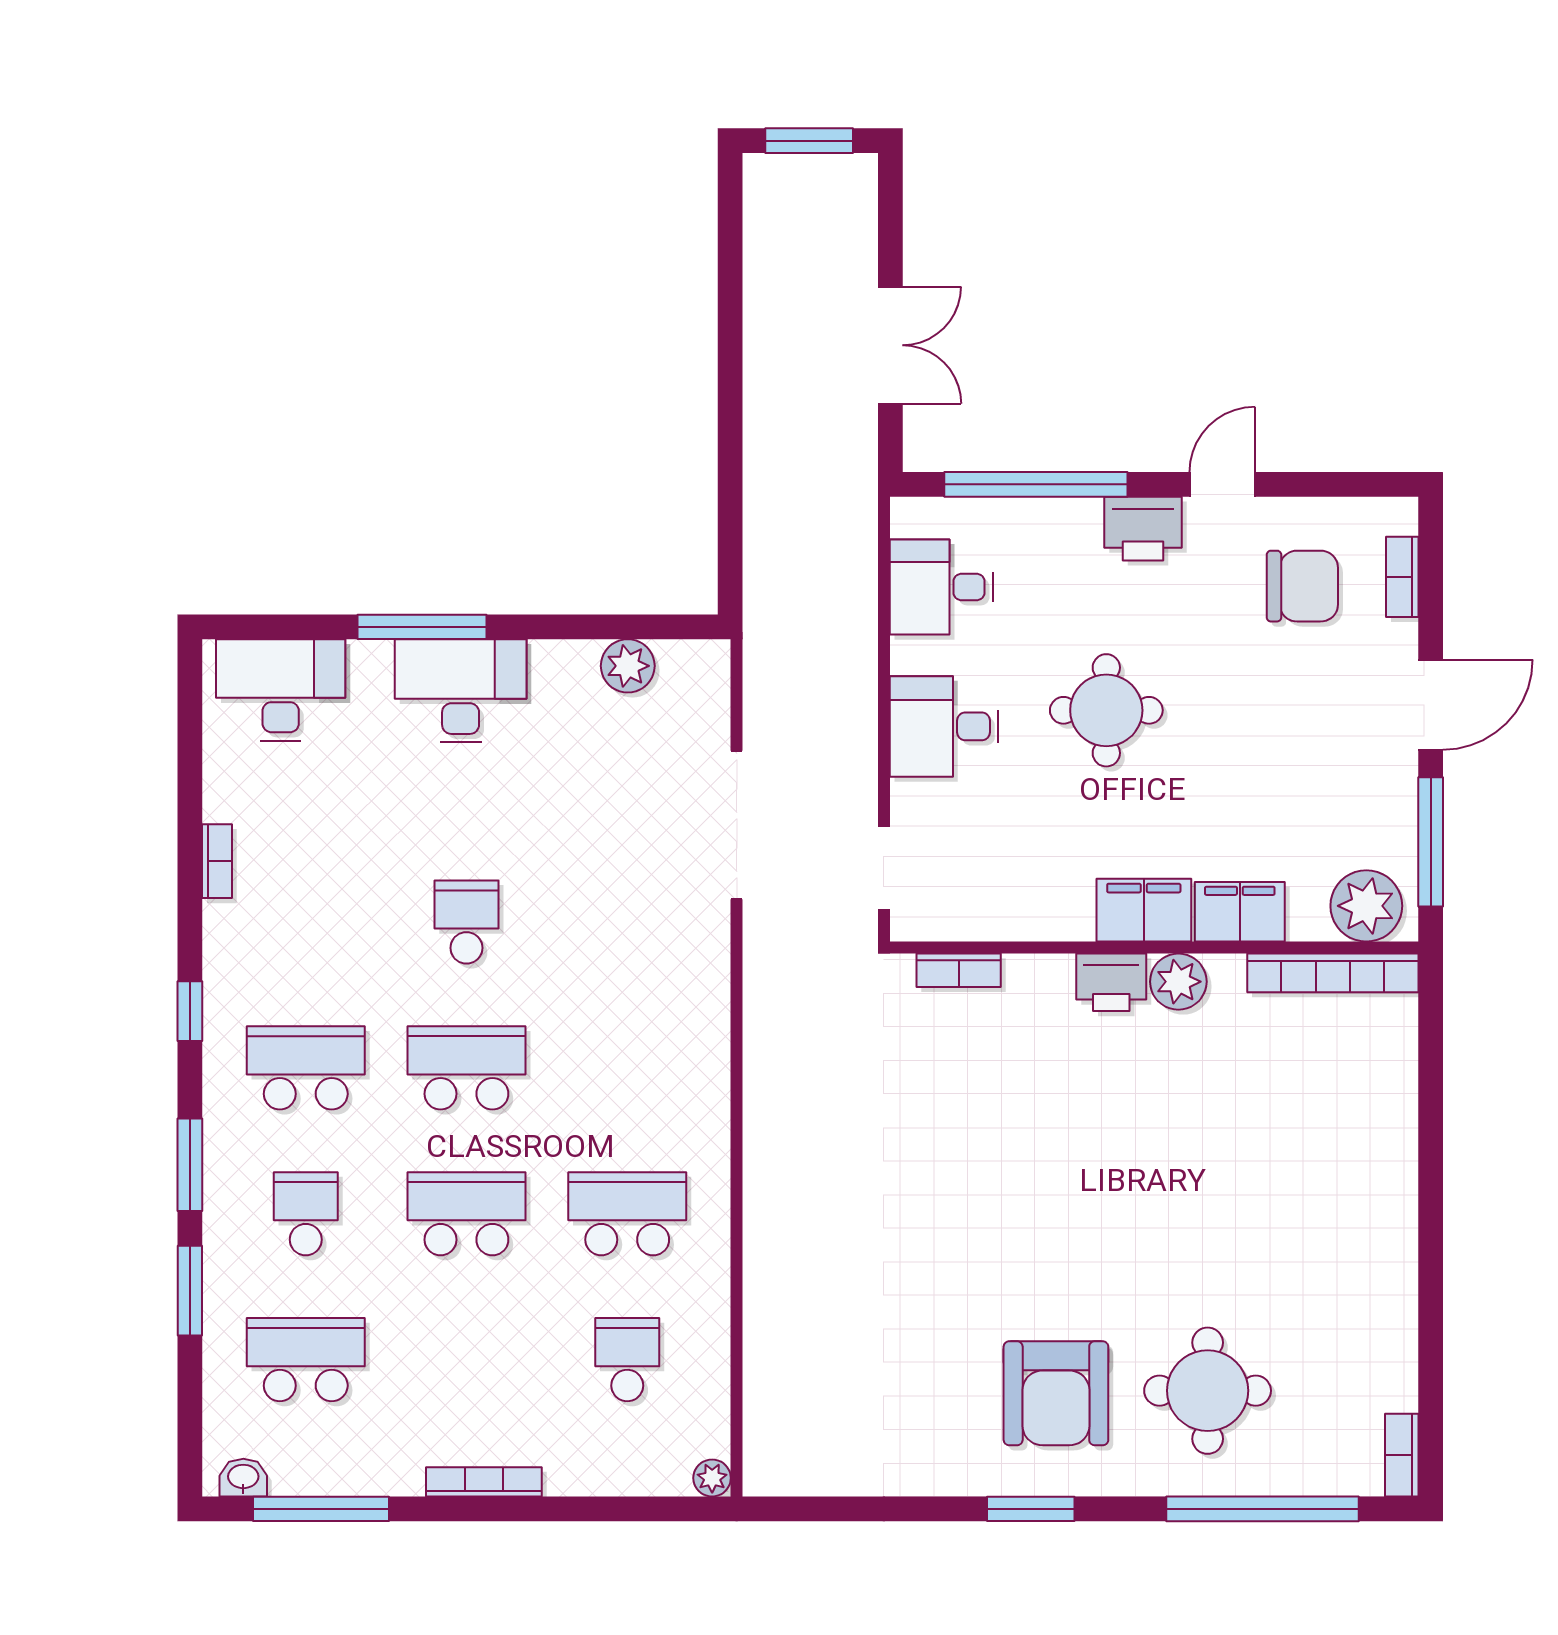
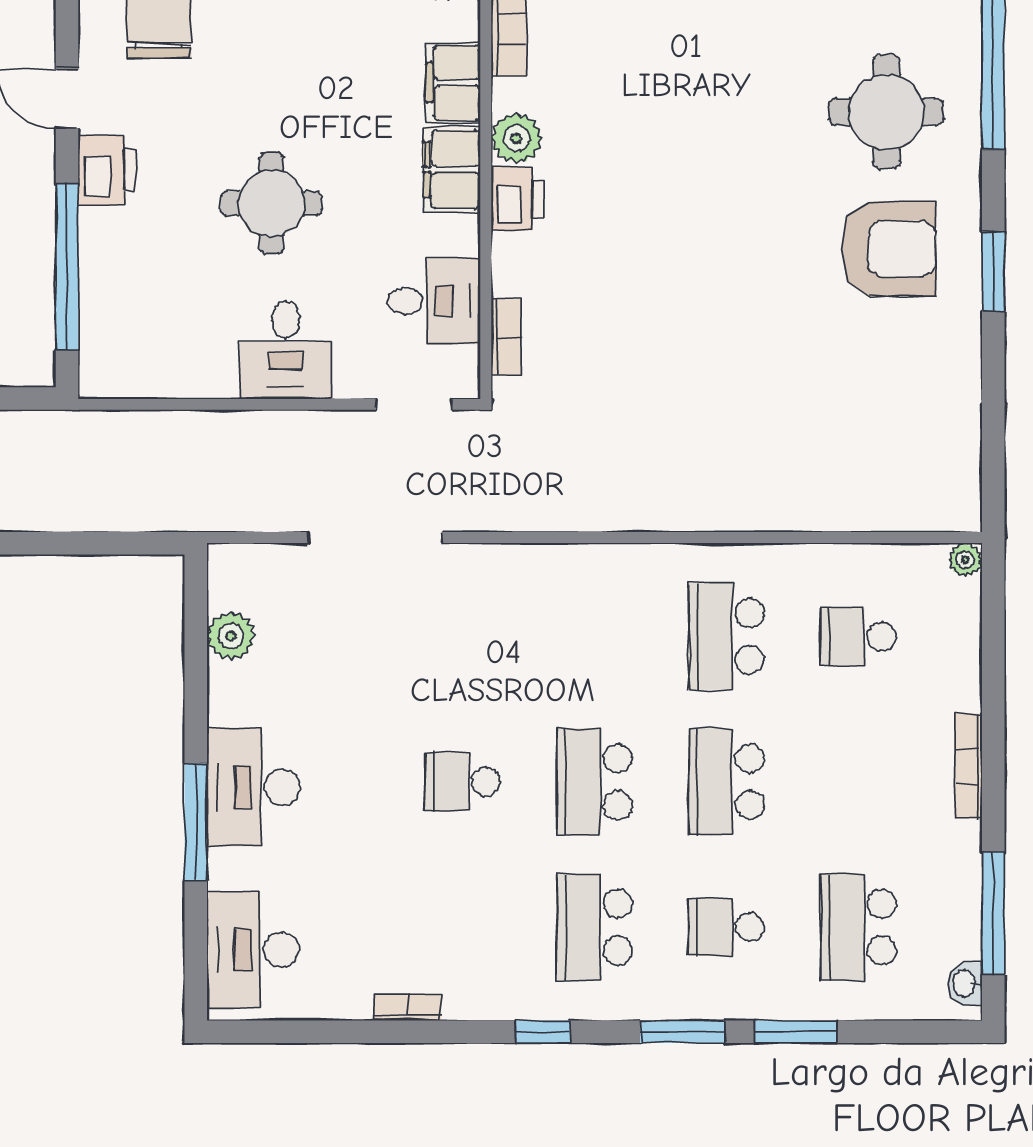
desk: (941, 587) -> (434, 301), moved, turned -90

